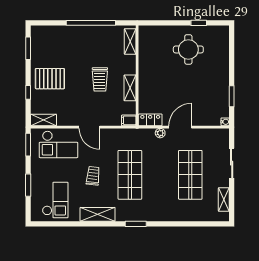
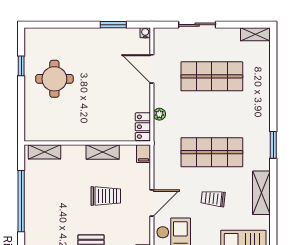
trolley: (100, 79) -> (106, 196), moved
door: (180, 127) -> (152, 69), moved
shelving: (224, 200) -> (255, 34), moved

